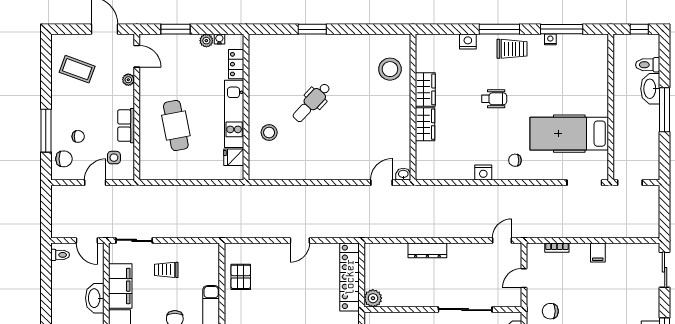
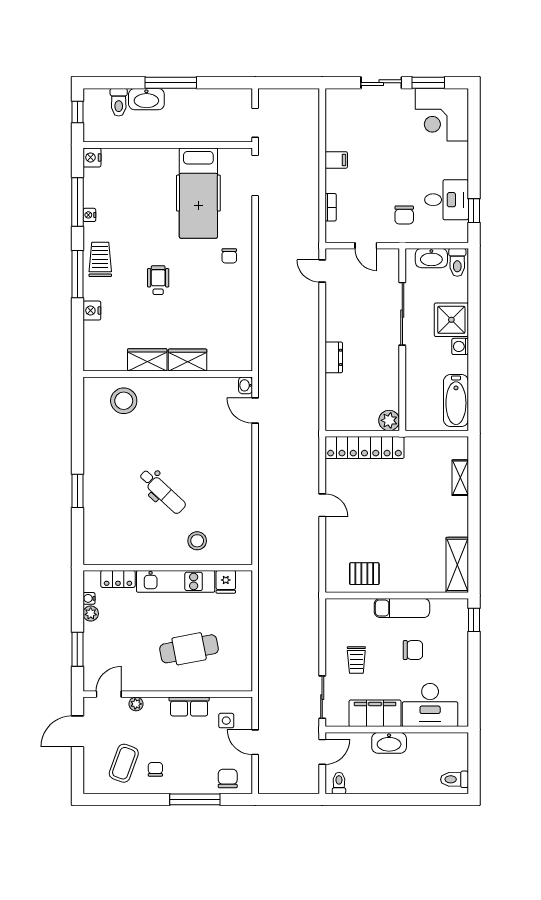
chair: (78, 136) -> (155, 769), moved
nightstand: (483, 173) -> (92, 157), moved, turned 180
dresser: (427, 250) -> (334, 357), width x0.70
sliding door: (665, 270) -> (381, 83), moved

